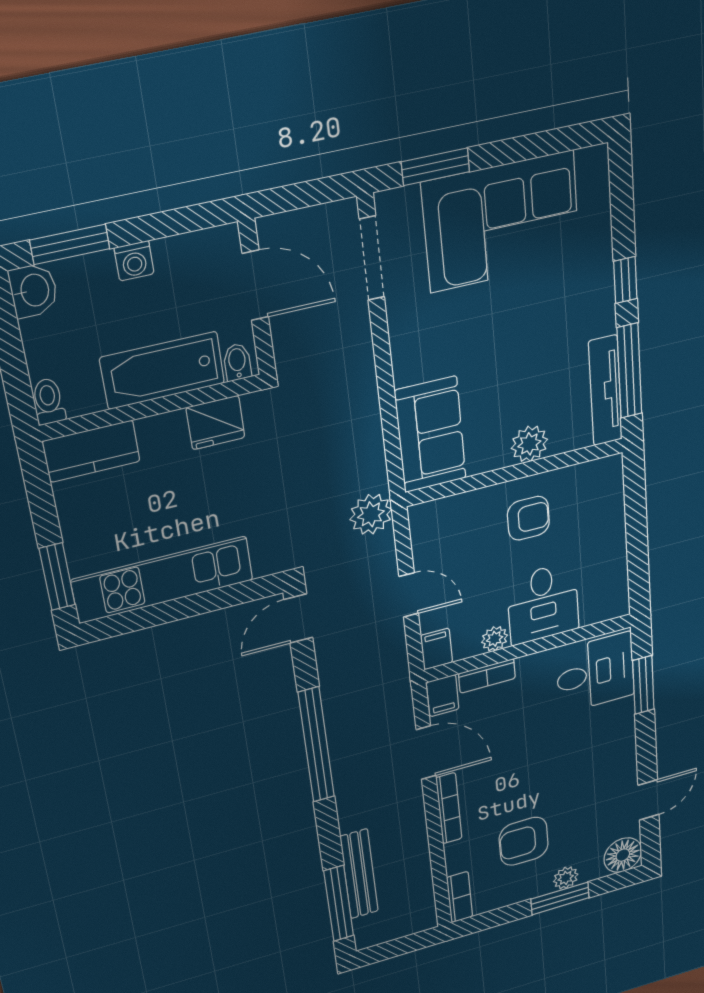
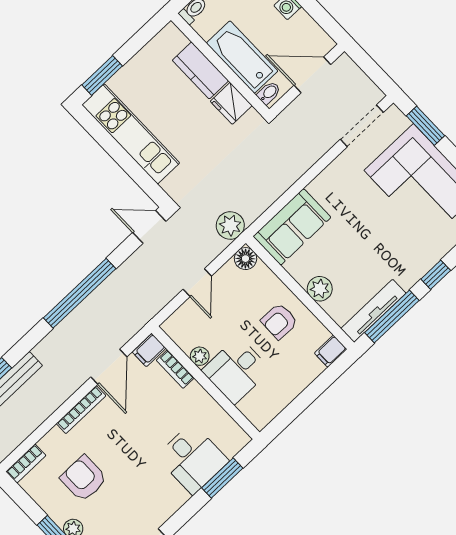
door: (255, 285) -> (312, 75), swing flipped
kitchen counter: (91, 451) -> (200, 70), moved
floor lamp: (425, 518) -> (245, 259), added
armchair: (528, 518) -> (279, 321), turned 91
filing cabinet: (437, 649) -> (331, 351), moved, turned 180
desk: (595, 673) -> (192, 459), moved

